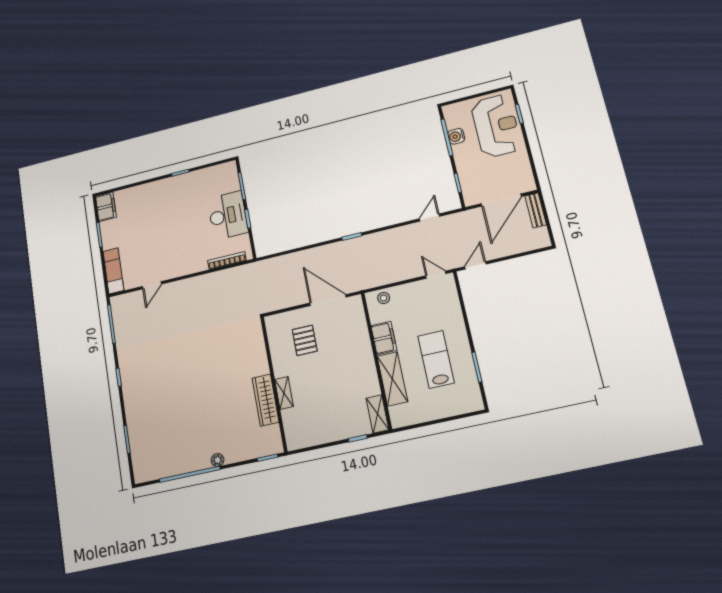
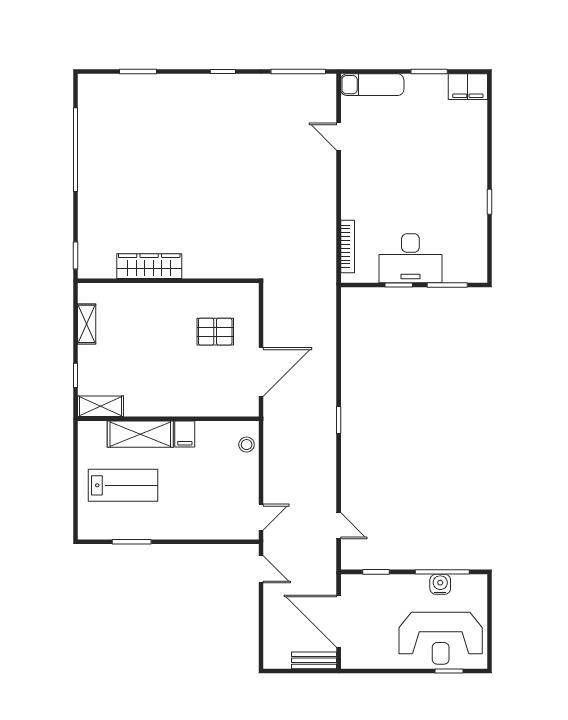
filing cabinet: (384, 338) -> (185, 434), width x0.50
lab bench: (436, 359) -> (123, 485), moved
shelving: (284, 393) -> (87, 324), moved, turned 90
plant: (218, 460) -> (86, 190), removed

